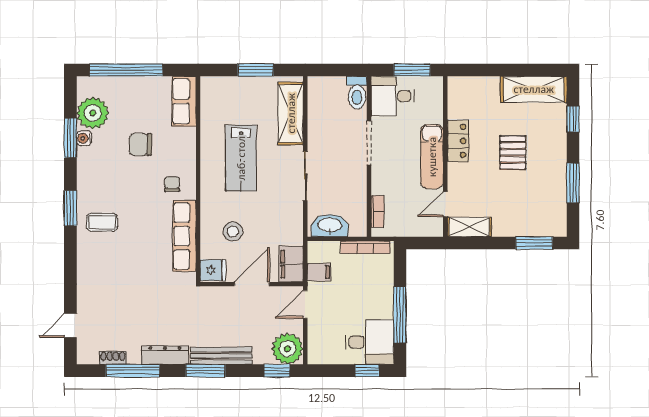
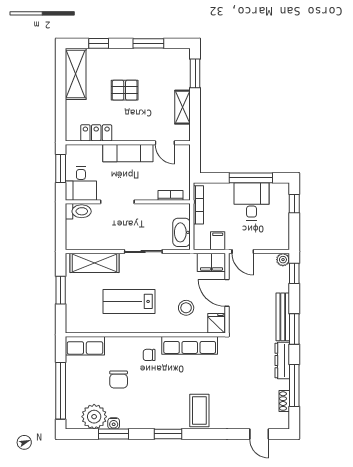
locker: (458, 141) -> (96, 133), moved
lab bench: (241, 158) -> (129, 301), turned 180
coffee table: (102, 222) -> (199, 410), moved, width x1.36, depth x1.30
shelving: (469, 227) -> (183, 107), moved
desk: (370, 342) -> (252, 201), moved
plant: (287, 349) -> (283, 260), width x0.53, depth x0.53

